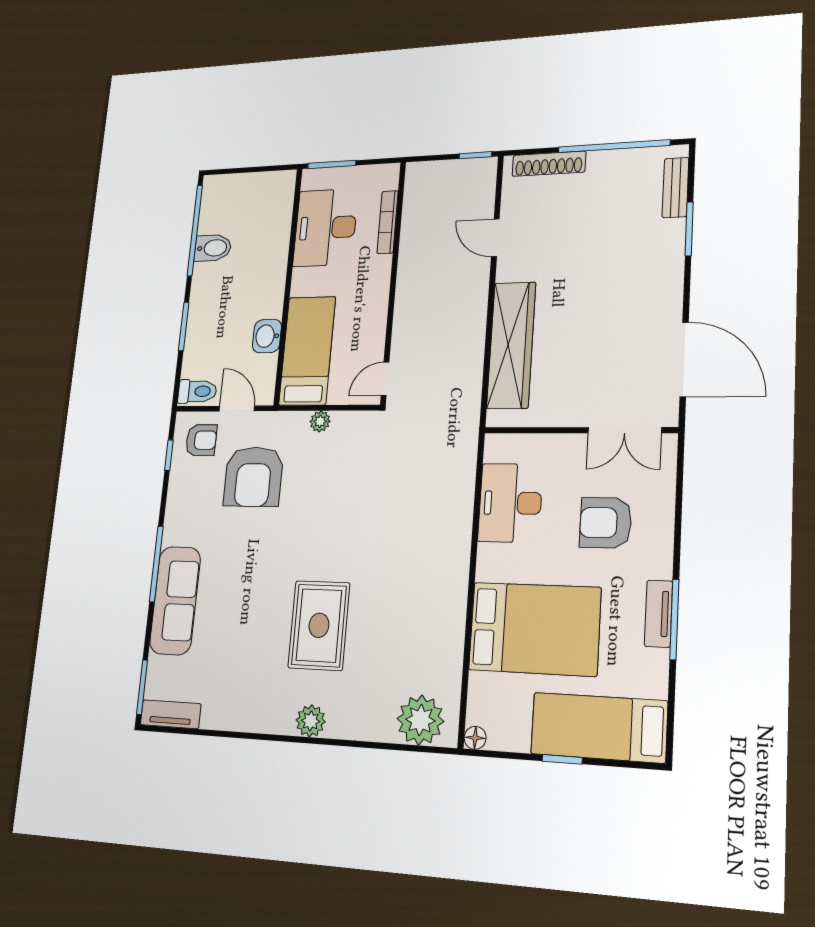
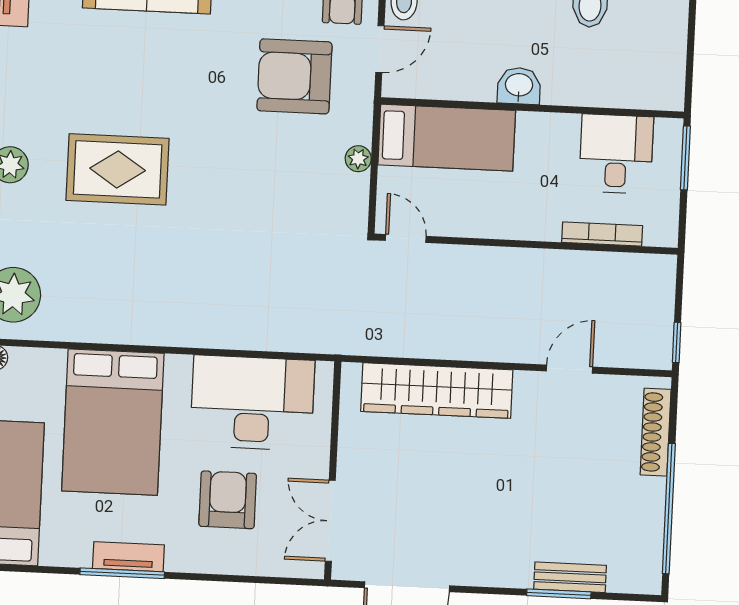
bench: (676, 188) -> (570, 577), moved
desk: (325, 228) -> (616, 154), width x0.73
washbasin: (267, 336) -> (519, 86), moved
desk: (510, 503) -> (252, 403), width x1.36, depth x1.30

